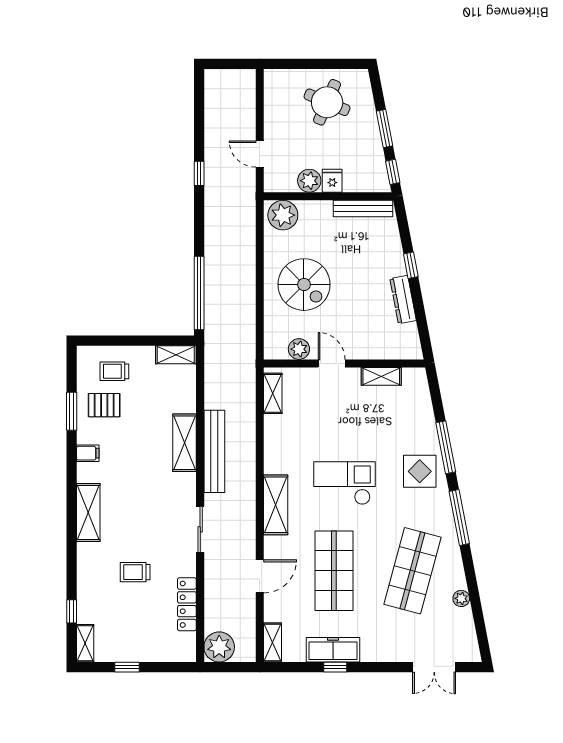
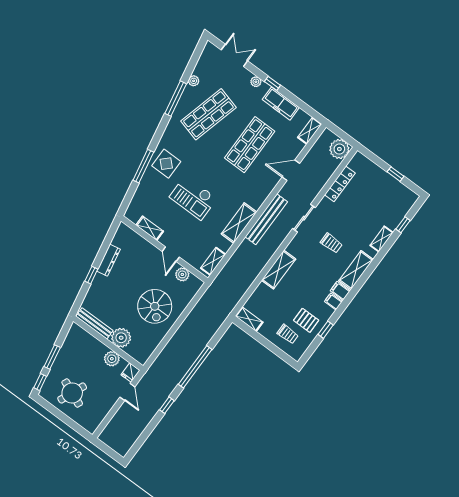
window: (393, 172) -> (40, 382), moved
fridge: (332, 181) -> (131, 373), moved
plant: (283, 215) -> (121, 338), moved
spiral stairs: (304, 285) -> (155, 306), turned 180
window: (199, 293) -> (195, 367), moved
window: (72, 411) -> (326, 330), width x0.67
bench: (214, 451) -> (266, 219), moved
filing cabinet: (89, 472) -> (340, 291), added
checkout: (344, 483) -> (193, 198), moved
shelving: (276, 505) -> (239, 223), moved
window: (459, 518) -> (176, 99), moved
trolley: (135, 572) -> (331, 243), moved
shelving: (85, 643) -> (382, 239), moved
plant: (384, 654) -> (256, 82), added
window: (335, 667) -> (272, 83), moved

